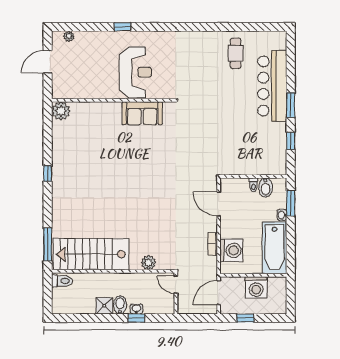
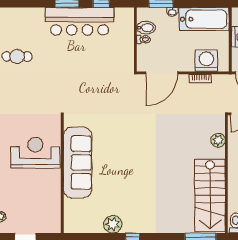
bar counter: (272, 86) -> (80, 21), moved
plant: (61, 111) -> (113, 224), moved
sofa: (142, 113) -> (78, 162), width x1.85, depth x1.27
door: (219, 204) -> (162, 73), width x1.36

